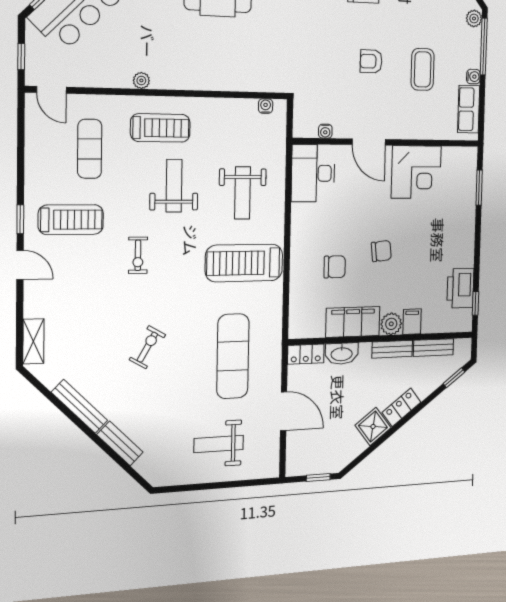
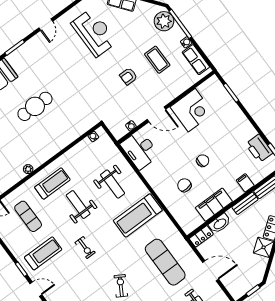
plant: (474, 18) -> (164, 21), width x1.88, depth x1.88
chair: (335, 267) -> (184, 185), turned -95
plant: (391, 324) -> (235, 192), removed

